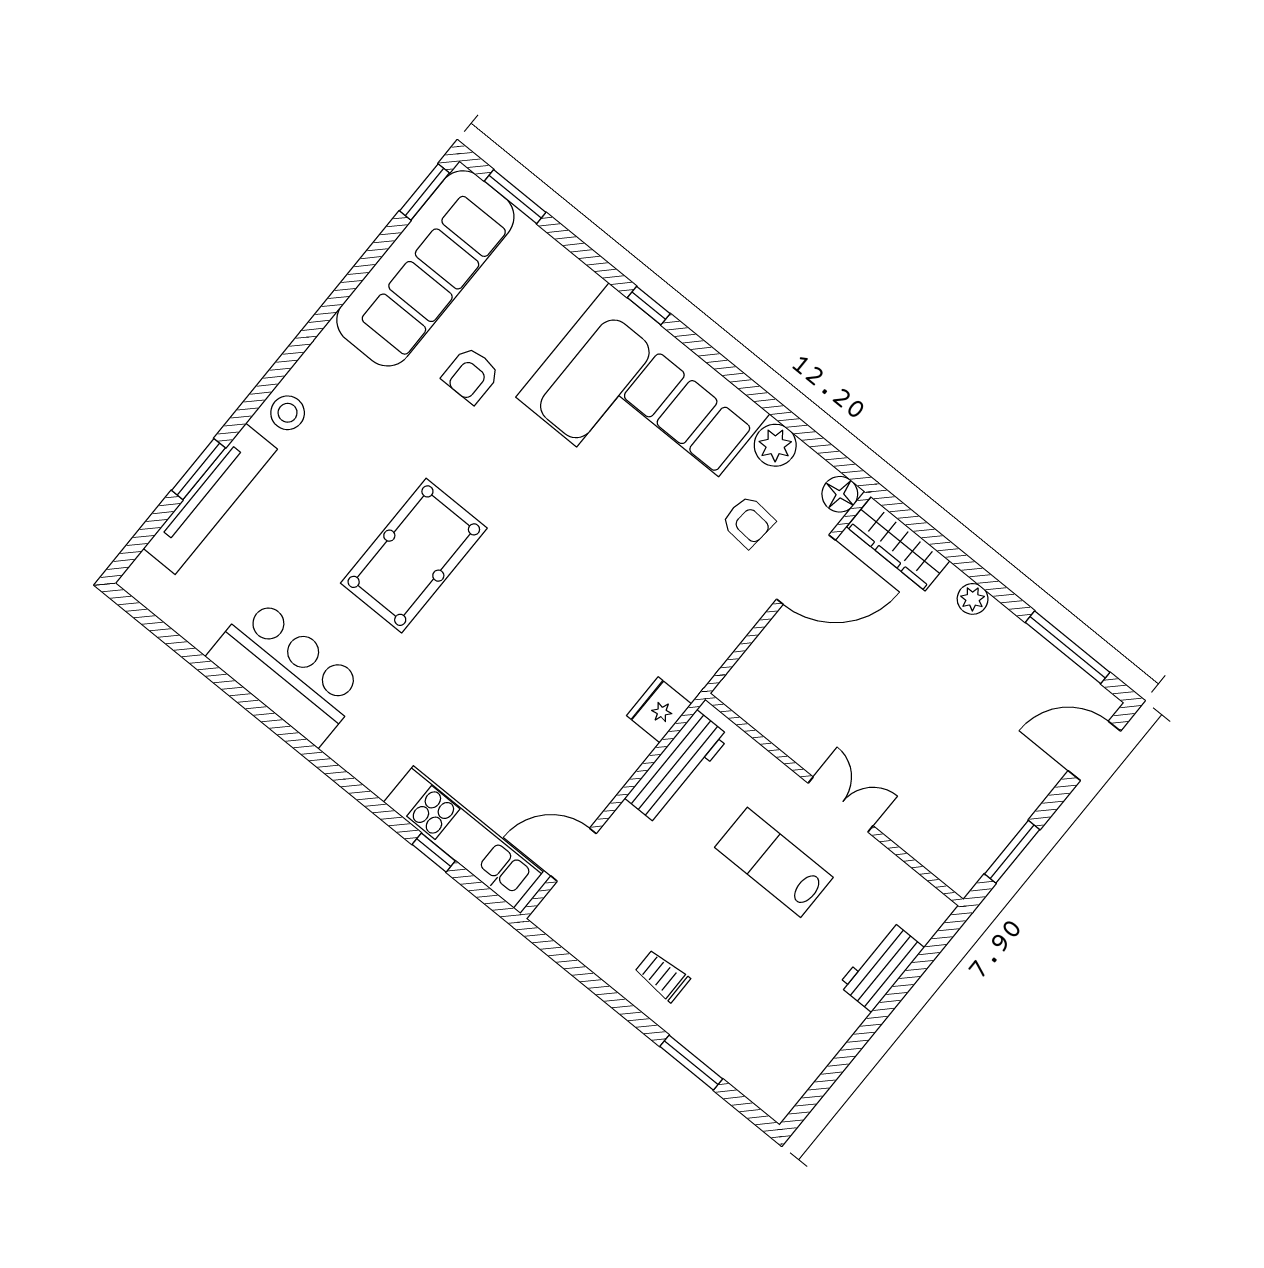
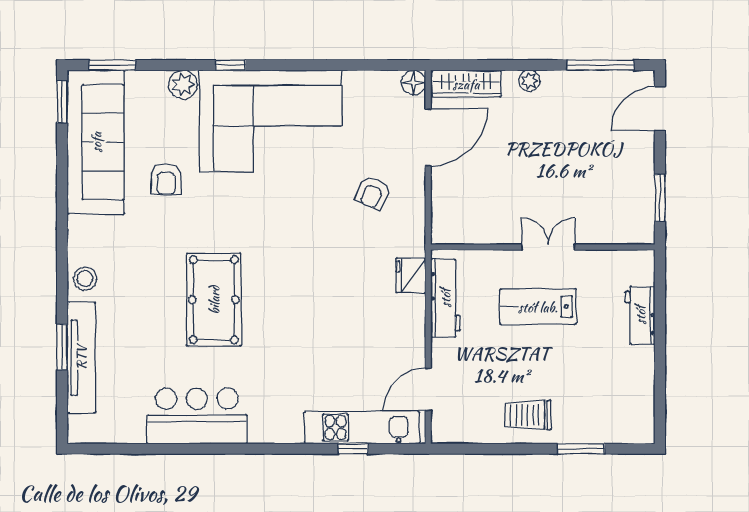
plant: (775, 445) -> (183, 85), moved
armchair: (748, 522) -> (373, 193), moved, turned 107
trolley: (662, 976) -> (528, 415), width x1.36, depth x1.39

